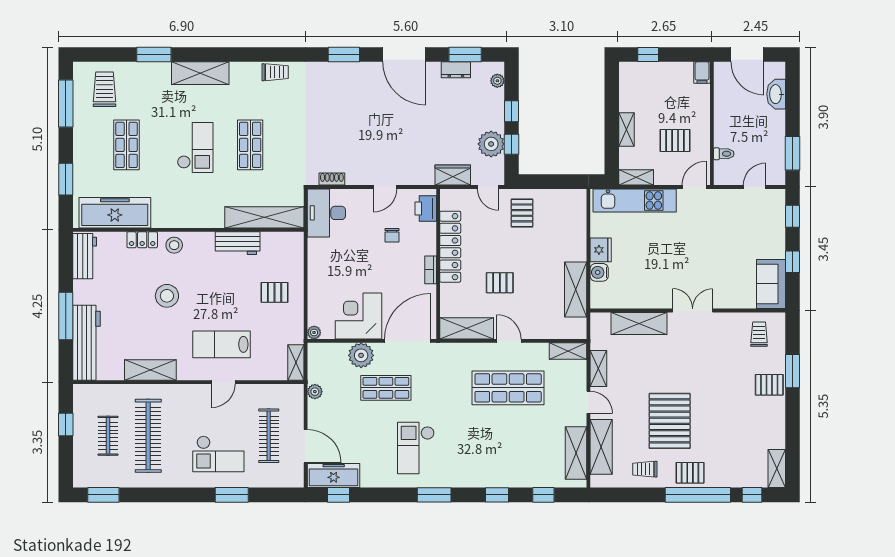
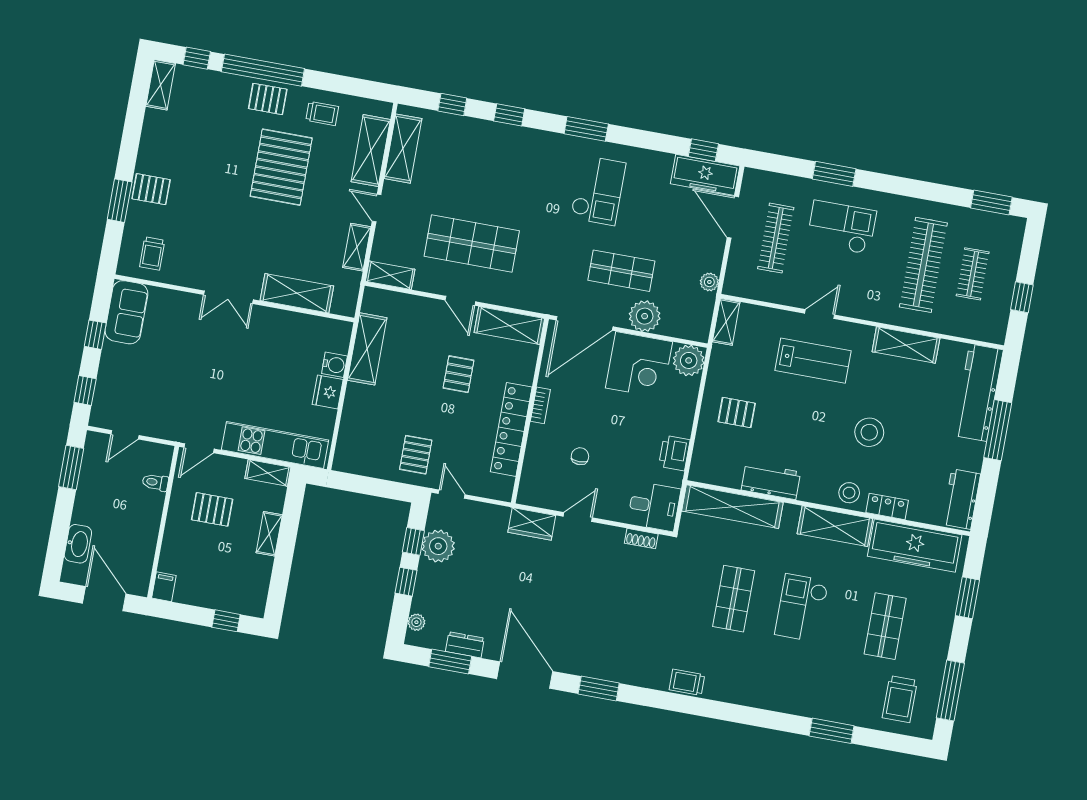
shelving: (200, 73) -> (835, 526), moved
wardrobe: (453, 175) -> (532, 524), moved
printer: (426, 209) -> (674, 453), moved, turned 180
desk: (326, 213) -> (654, 506), width x0.73
pallet: (500, 283) -> (458, 374), turned 90
plant: (314, 332) -> (689, 360), width x1.88, depth x1.88

